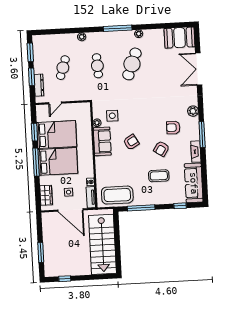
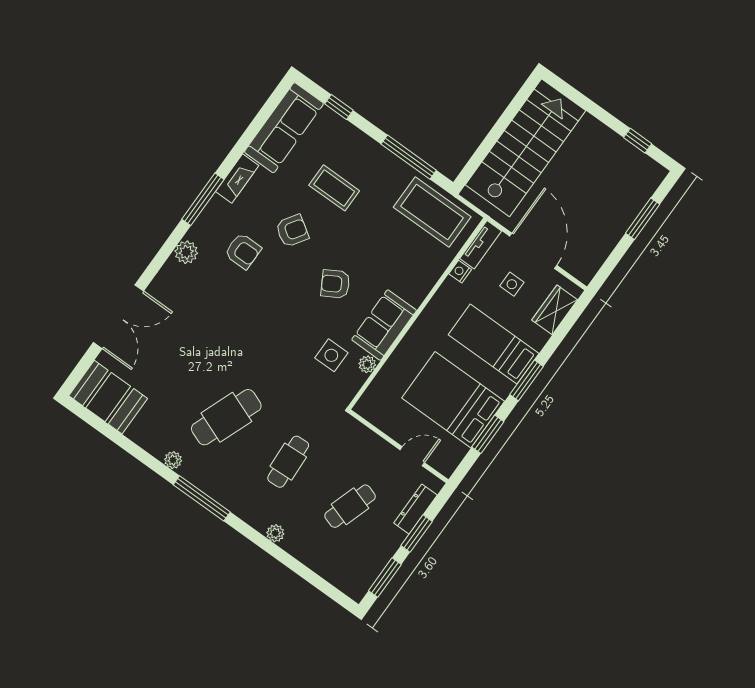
bed: (58, 161) -> (494, 344), width x0.67
window: (36, 162) -> (527, 380), width x0.69

